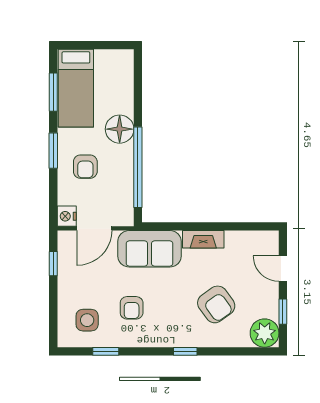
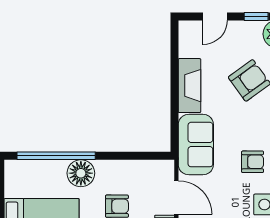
window: (138, 167) -> (56, 156), moved
fireplace: (203, 239) -> (189, 86), width x1.37, depth x1.32

